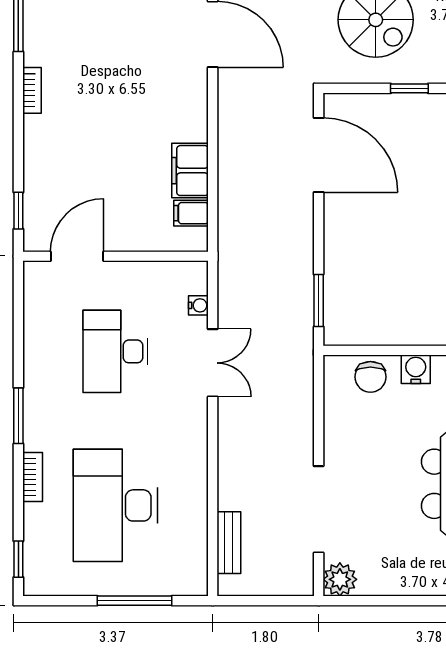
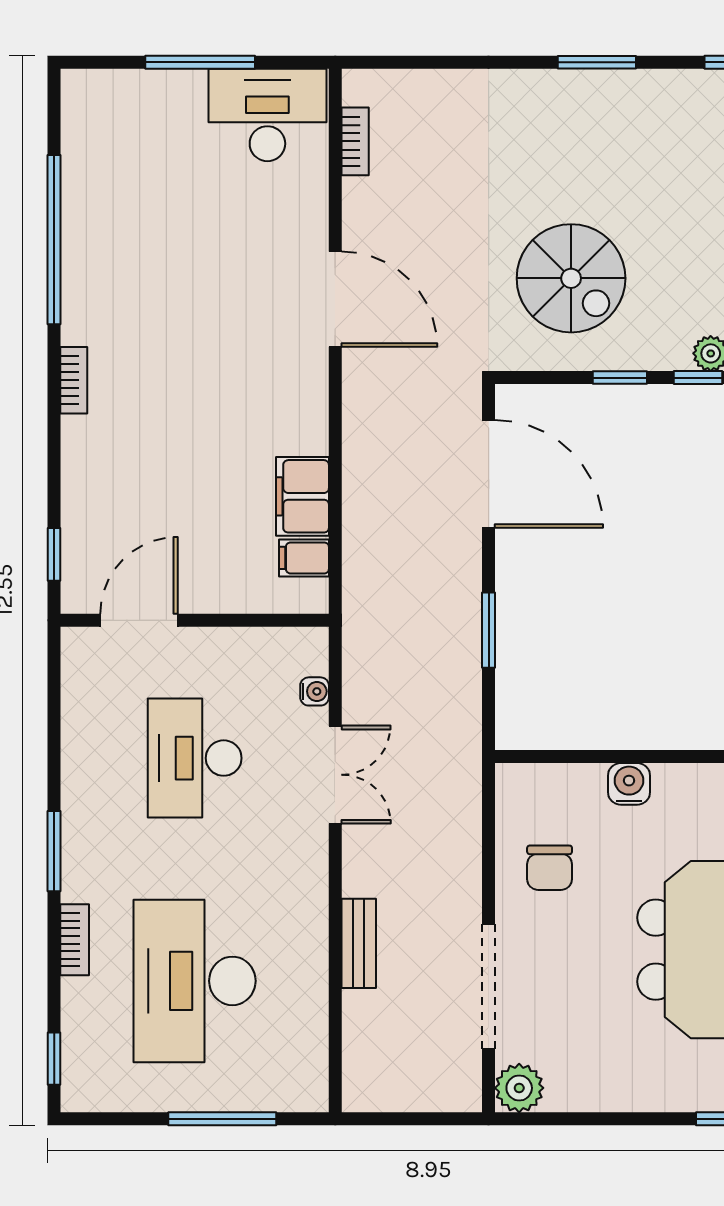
window: (319, 300) -> (489, 630), moved
chair: (370, 377) -> (550, 868), moved
bench: (229, 543) -> (359, 943), moved

